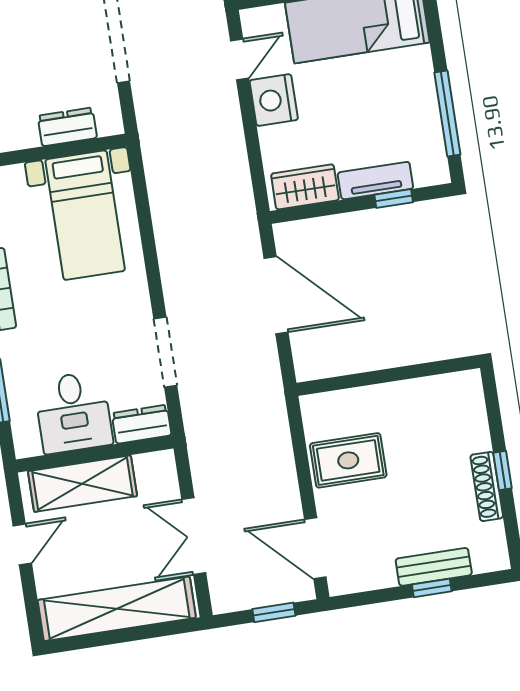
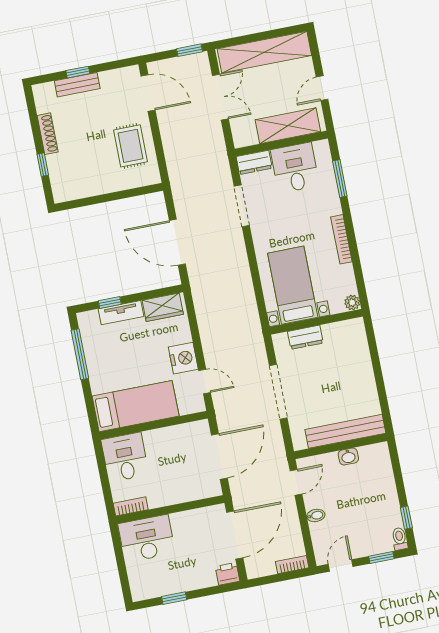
door: (240, 59) -> (205, 381), swing flipped
rug: (348, 460) -> (131, 146), turned 90
window: (503, 471) -> (43, 165), moved
window: (274, 612) -> (190, 50), moved

